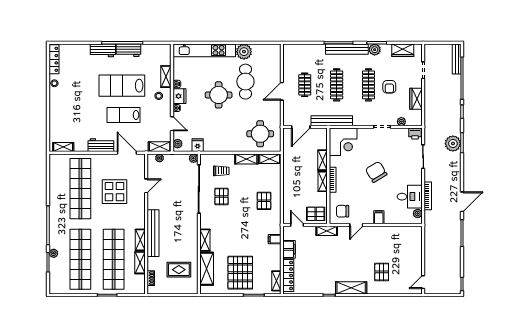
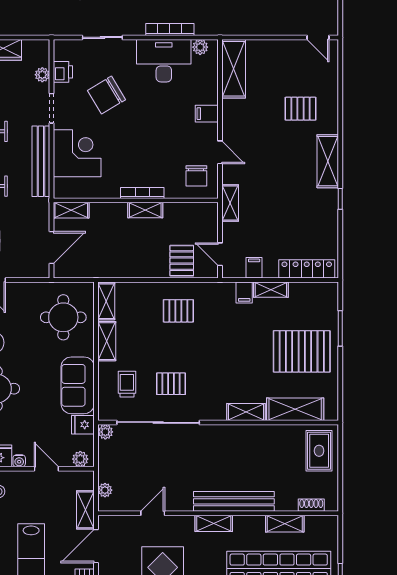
bench: (332, 121) -> (41, 161), moved
door: (172, 124) -> (46, 469), hinge flipped
door: (301, 127) -> (52, 248), hinge flipped
printer: (415, 133) -> (63, 72), moved
sofa: (221, 142) -> (78, 385), added
corner desk: (343, 142) -> (77, 153), moved
shelving: (160, 147) -> (85, 510), moved
shelving: (323, 160) -> (71, 210), moved
chair: (376, 172) -> (106, 95), moved
door: (146, 186) -> (153, 513), hinge flipped
desk: (410, 197) -> (164, 61), width x1.37
pallet: (316, 214) -> (182, 261), moved
door: (297, 225) -> (220, 254), hinge flipped
shelving: (405, 233) -> (234, 69), added
shelving: (140, 240) -> (214, 523), moved
filing cabinet: (289, 249) -> (254, 268), width x0.50
rug: (179, 270) -> (319, 451), moved
shelving: (276, 281) -> (271, 290), moved

